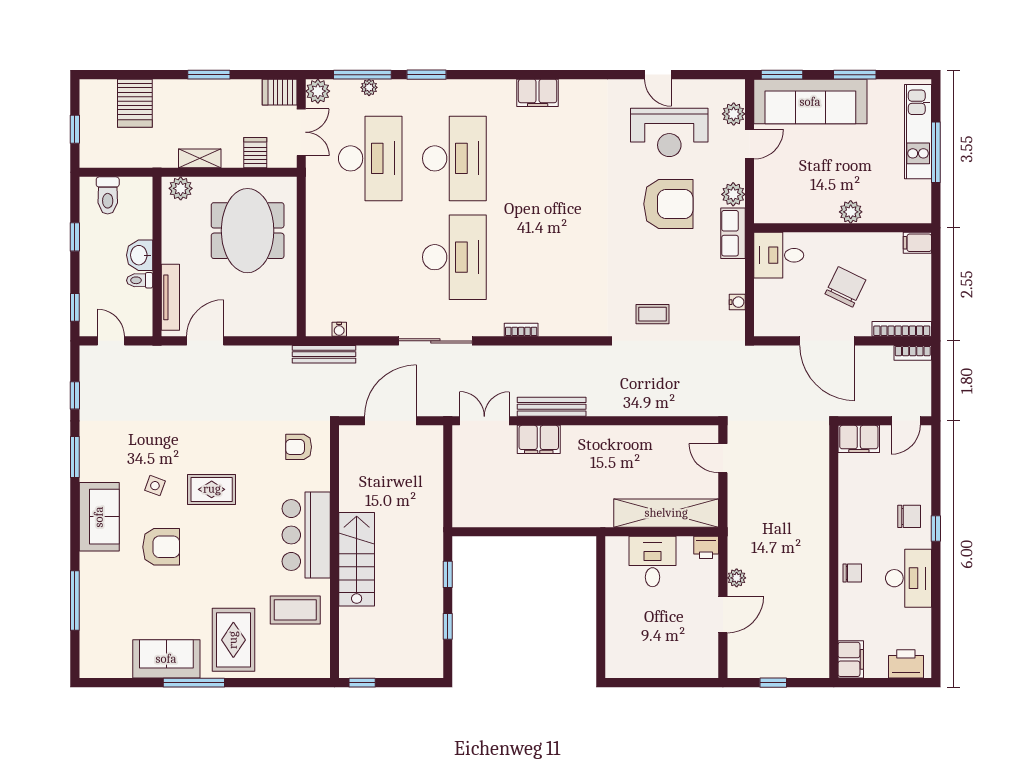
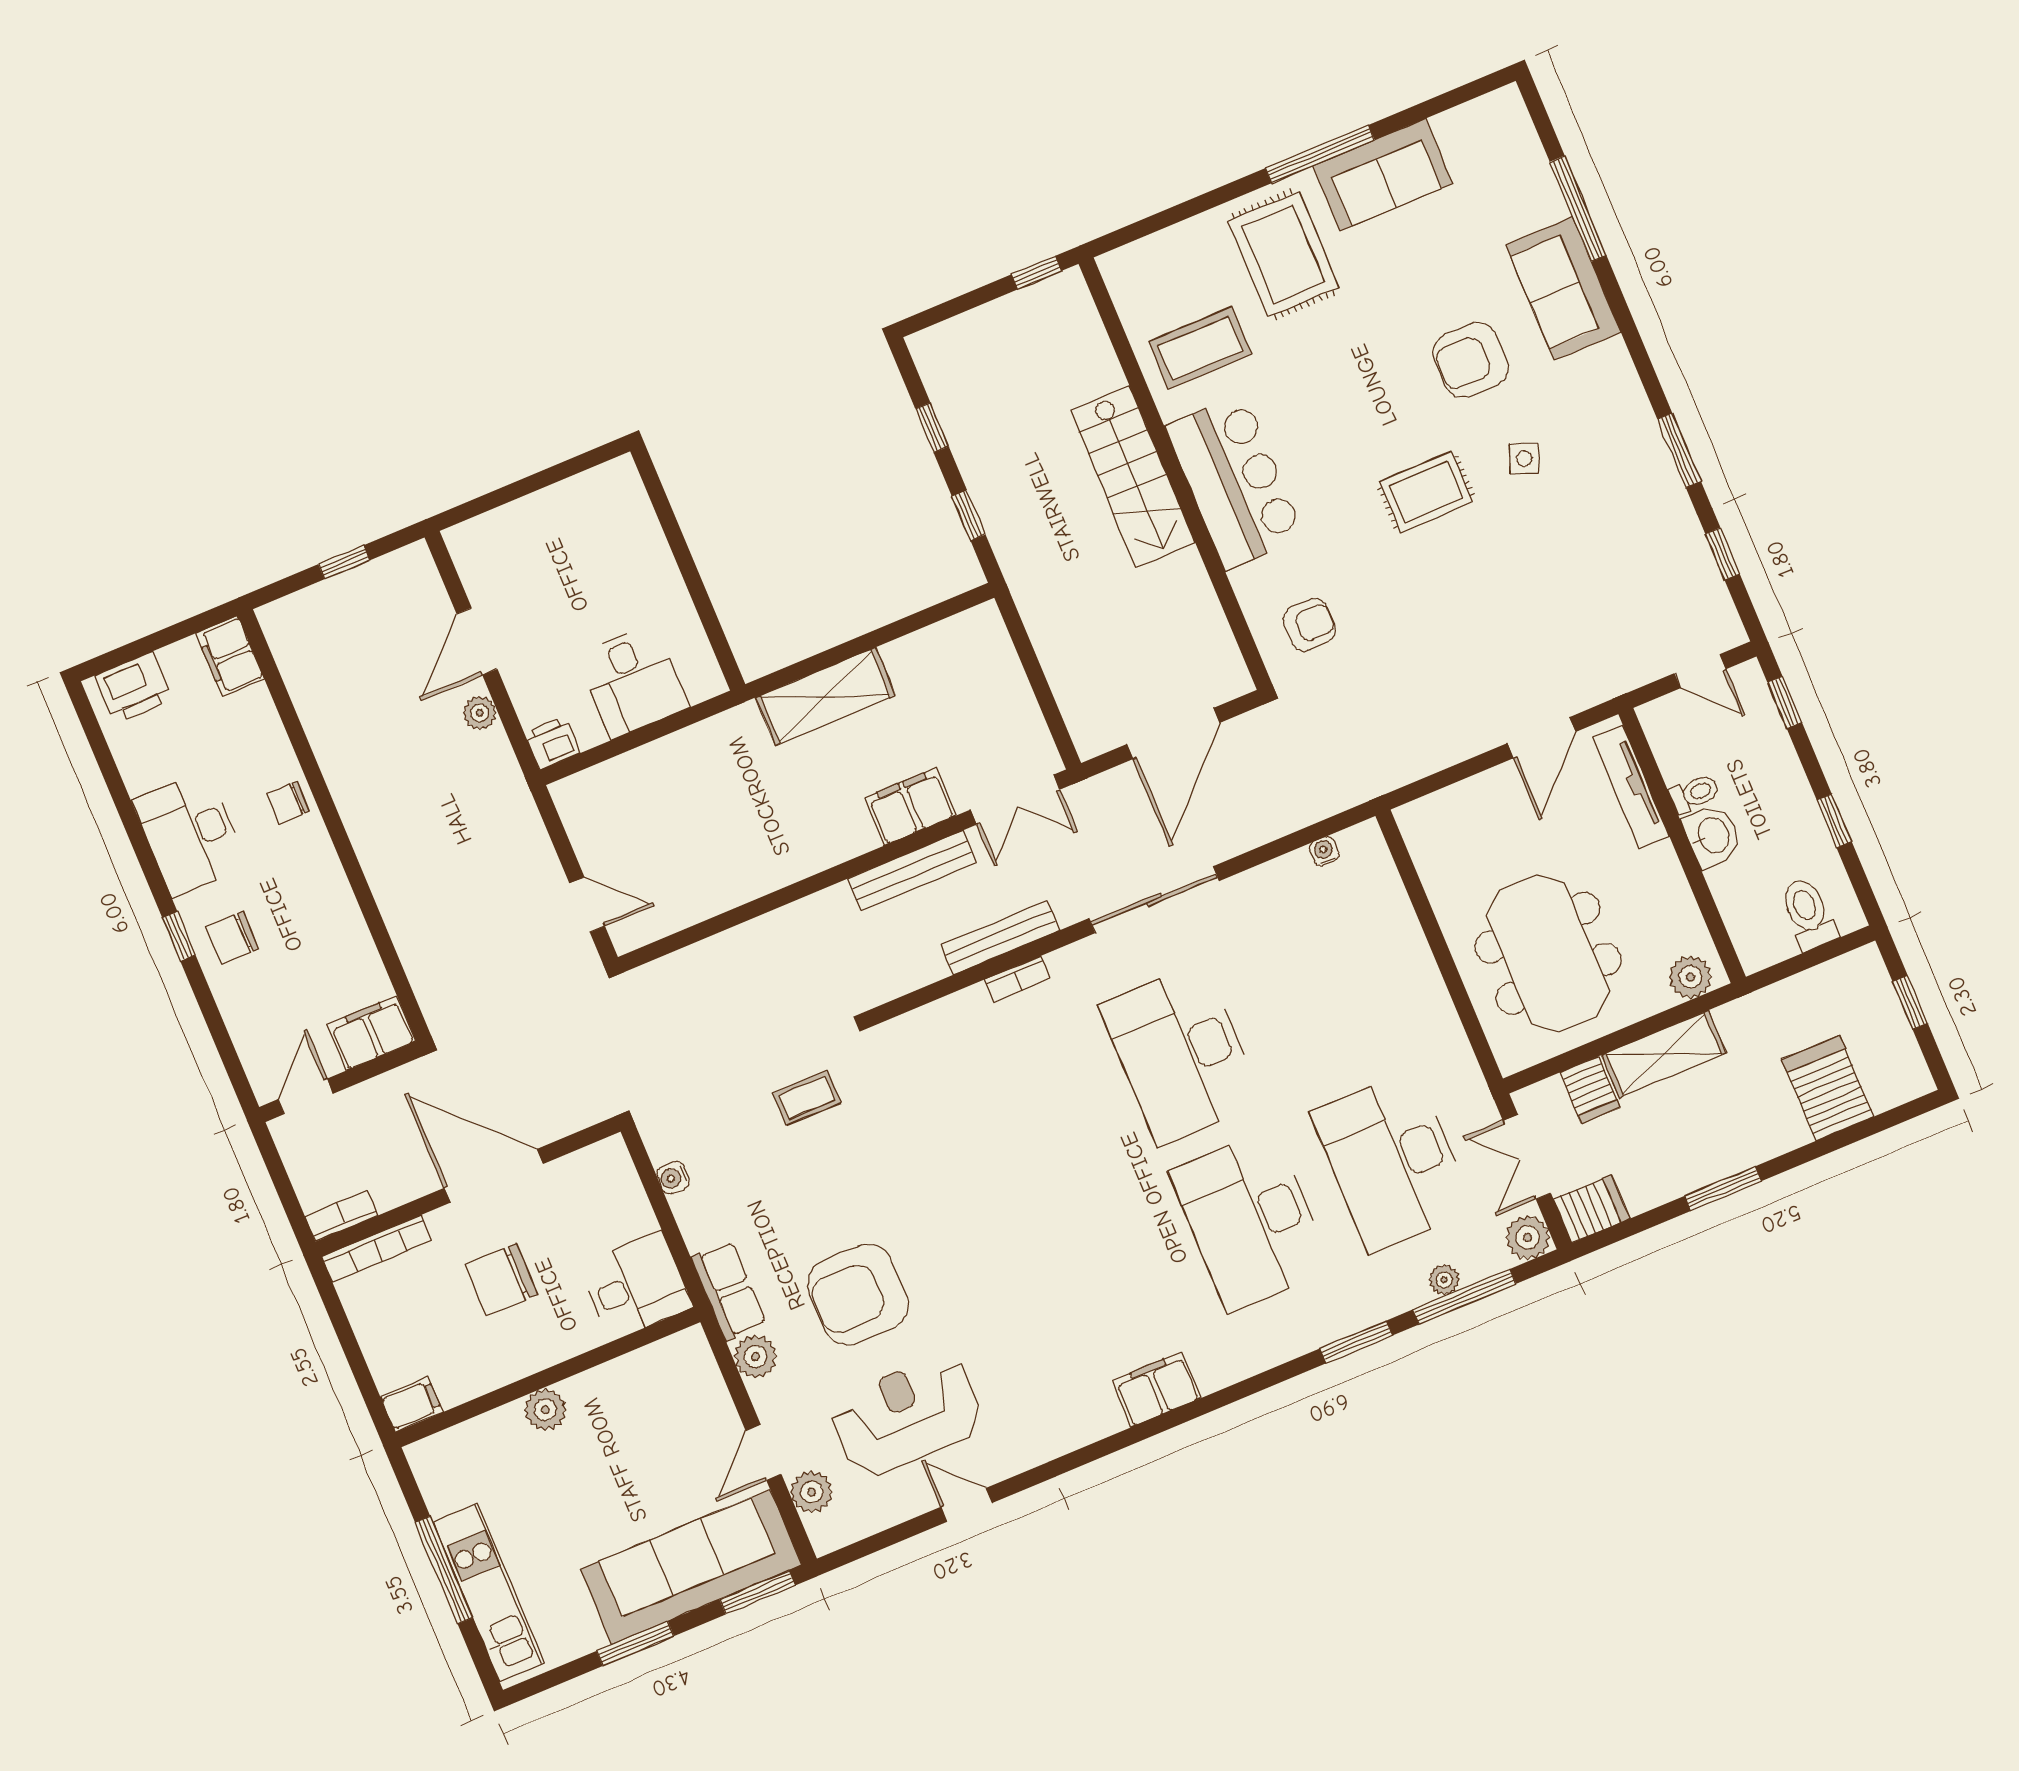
shelving: (200, 158) -> (1664, 1054), width x1.50, depth x1.33
chair: (845, 287) -> (501, 1280), turned 64
bench: (324, 354) -> (1000, 938), moved
shelving: (666, 513) -> (825, 696), moved, width x0.68
sofa: (99, 517) -> (1563, 289), moved

